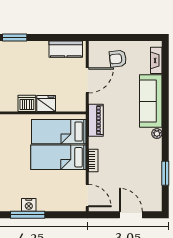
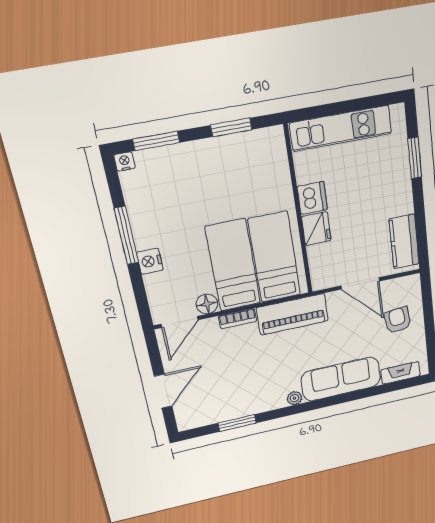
piano: (96, 120) -> (293, 314), width x1.37, depth x1.33
floor lamp: (80, 177) -> (207, 304), added
nightstand: (29, 205) -> (150, 261), moved

